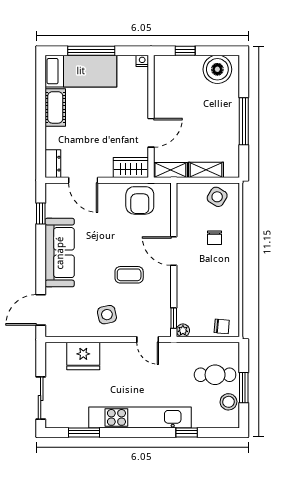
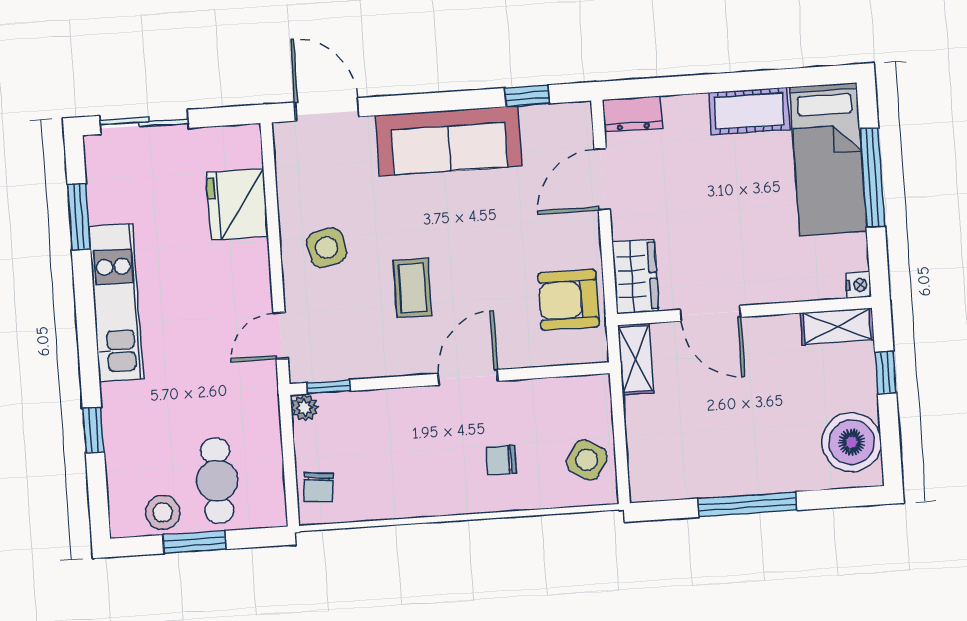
shelving: (206, 170) -> (837, 326), moved, turned 90
kitchen unit: (140, 417) -> (116, 303), width x0.73

